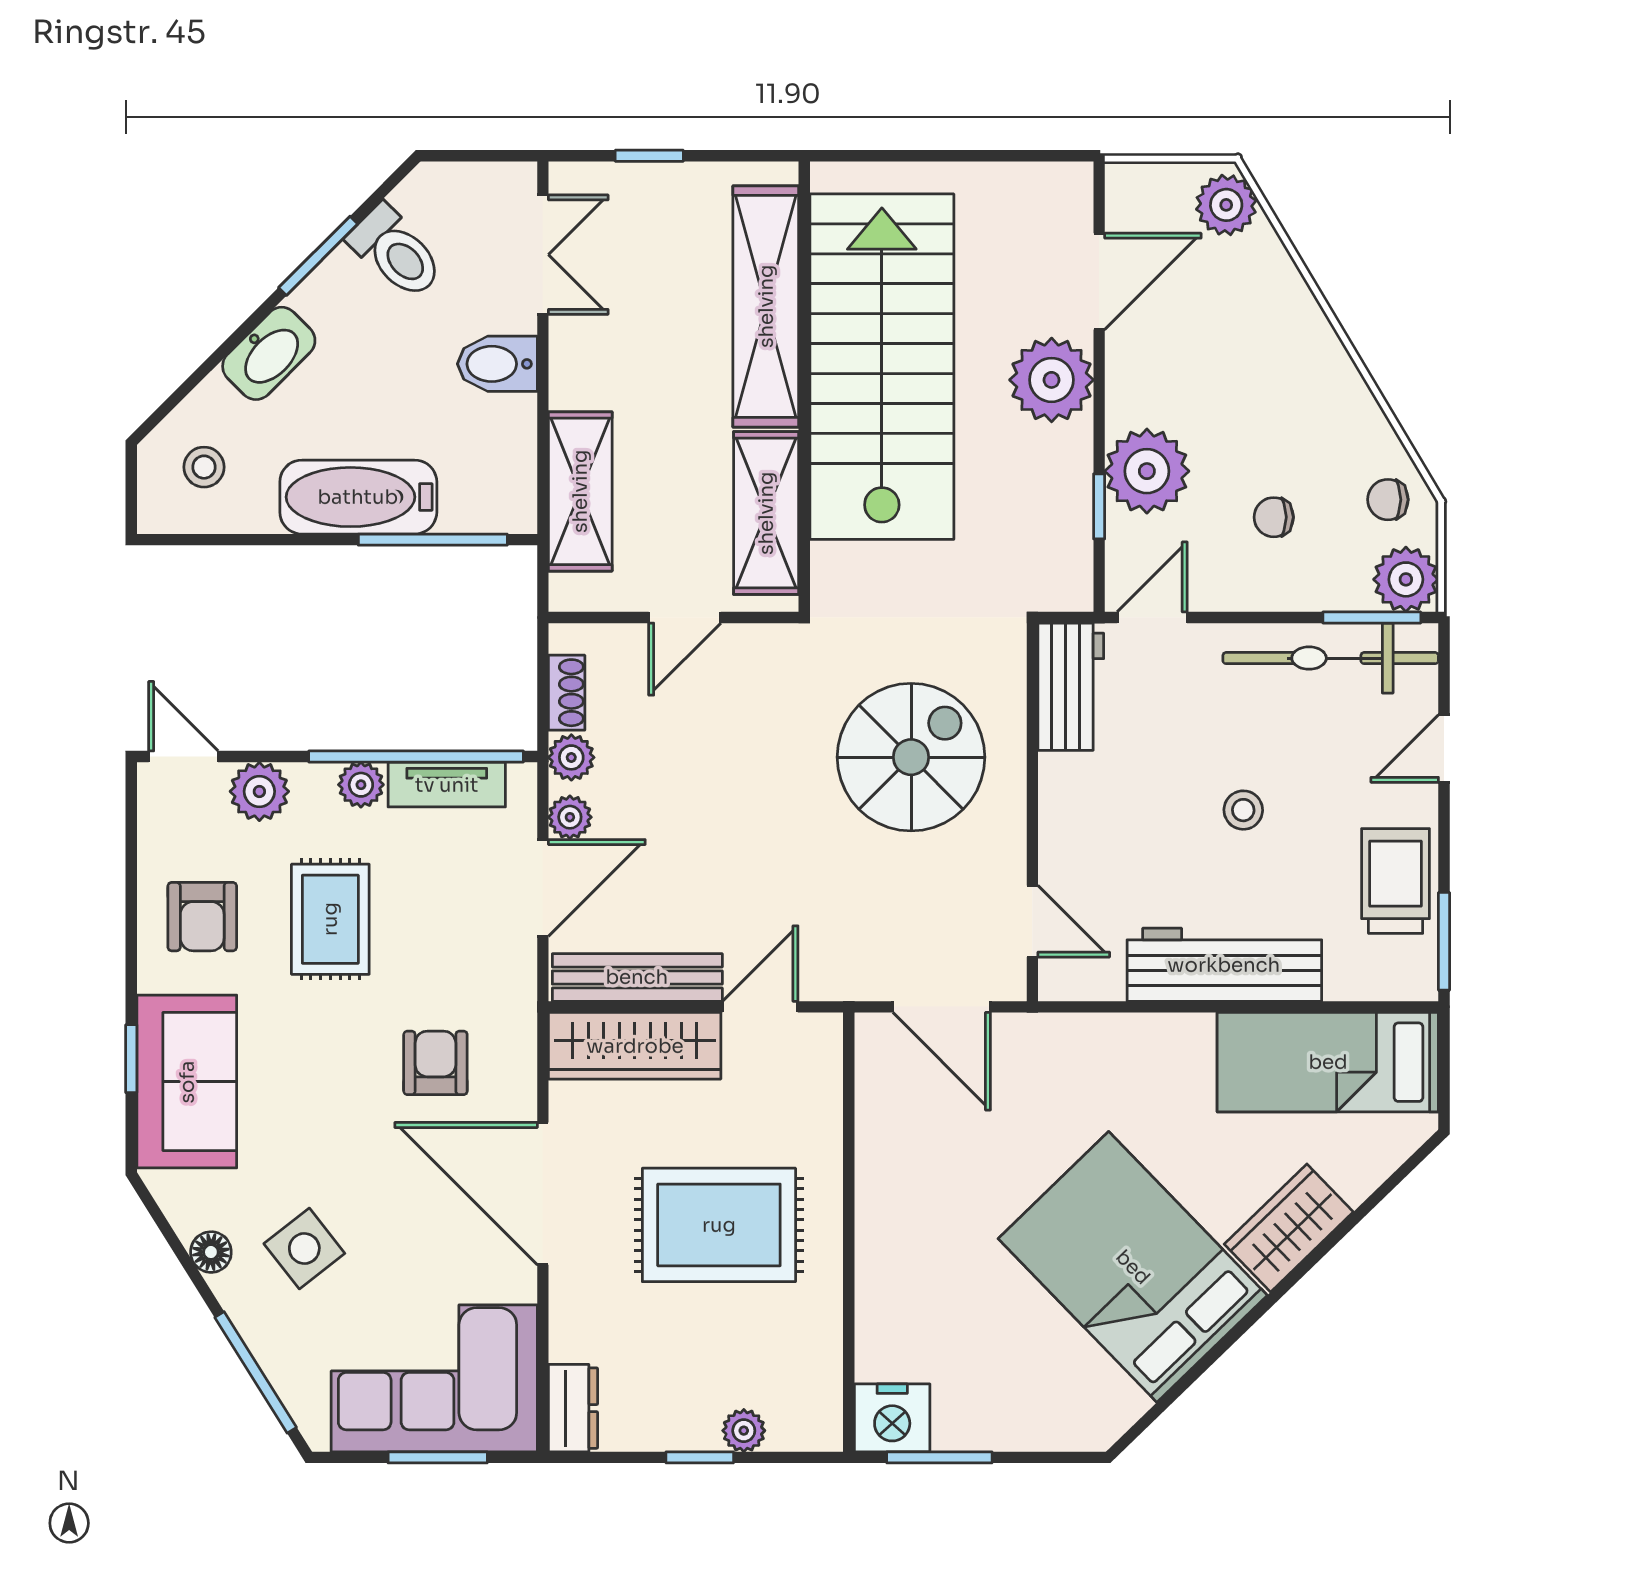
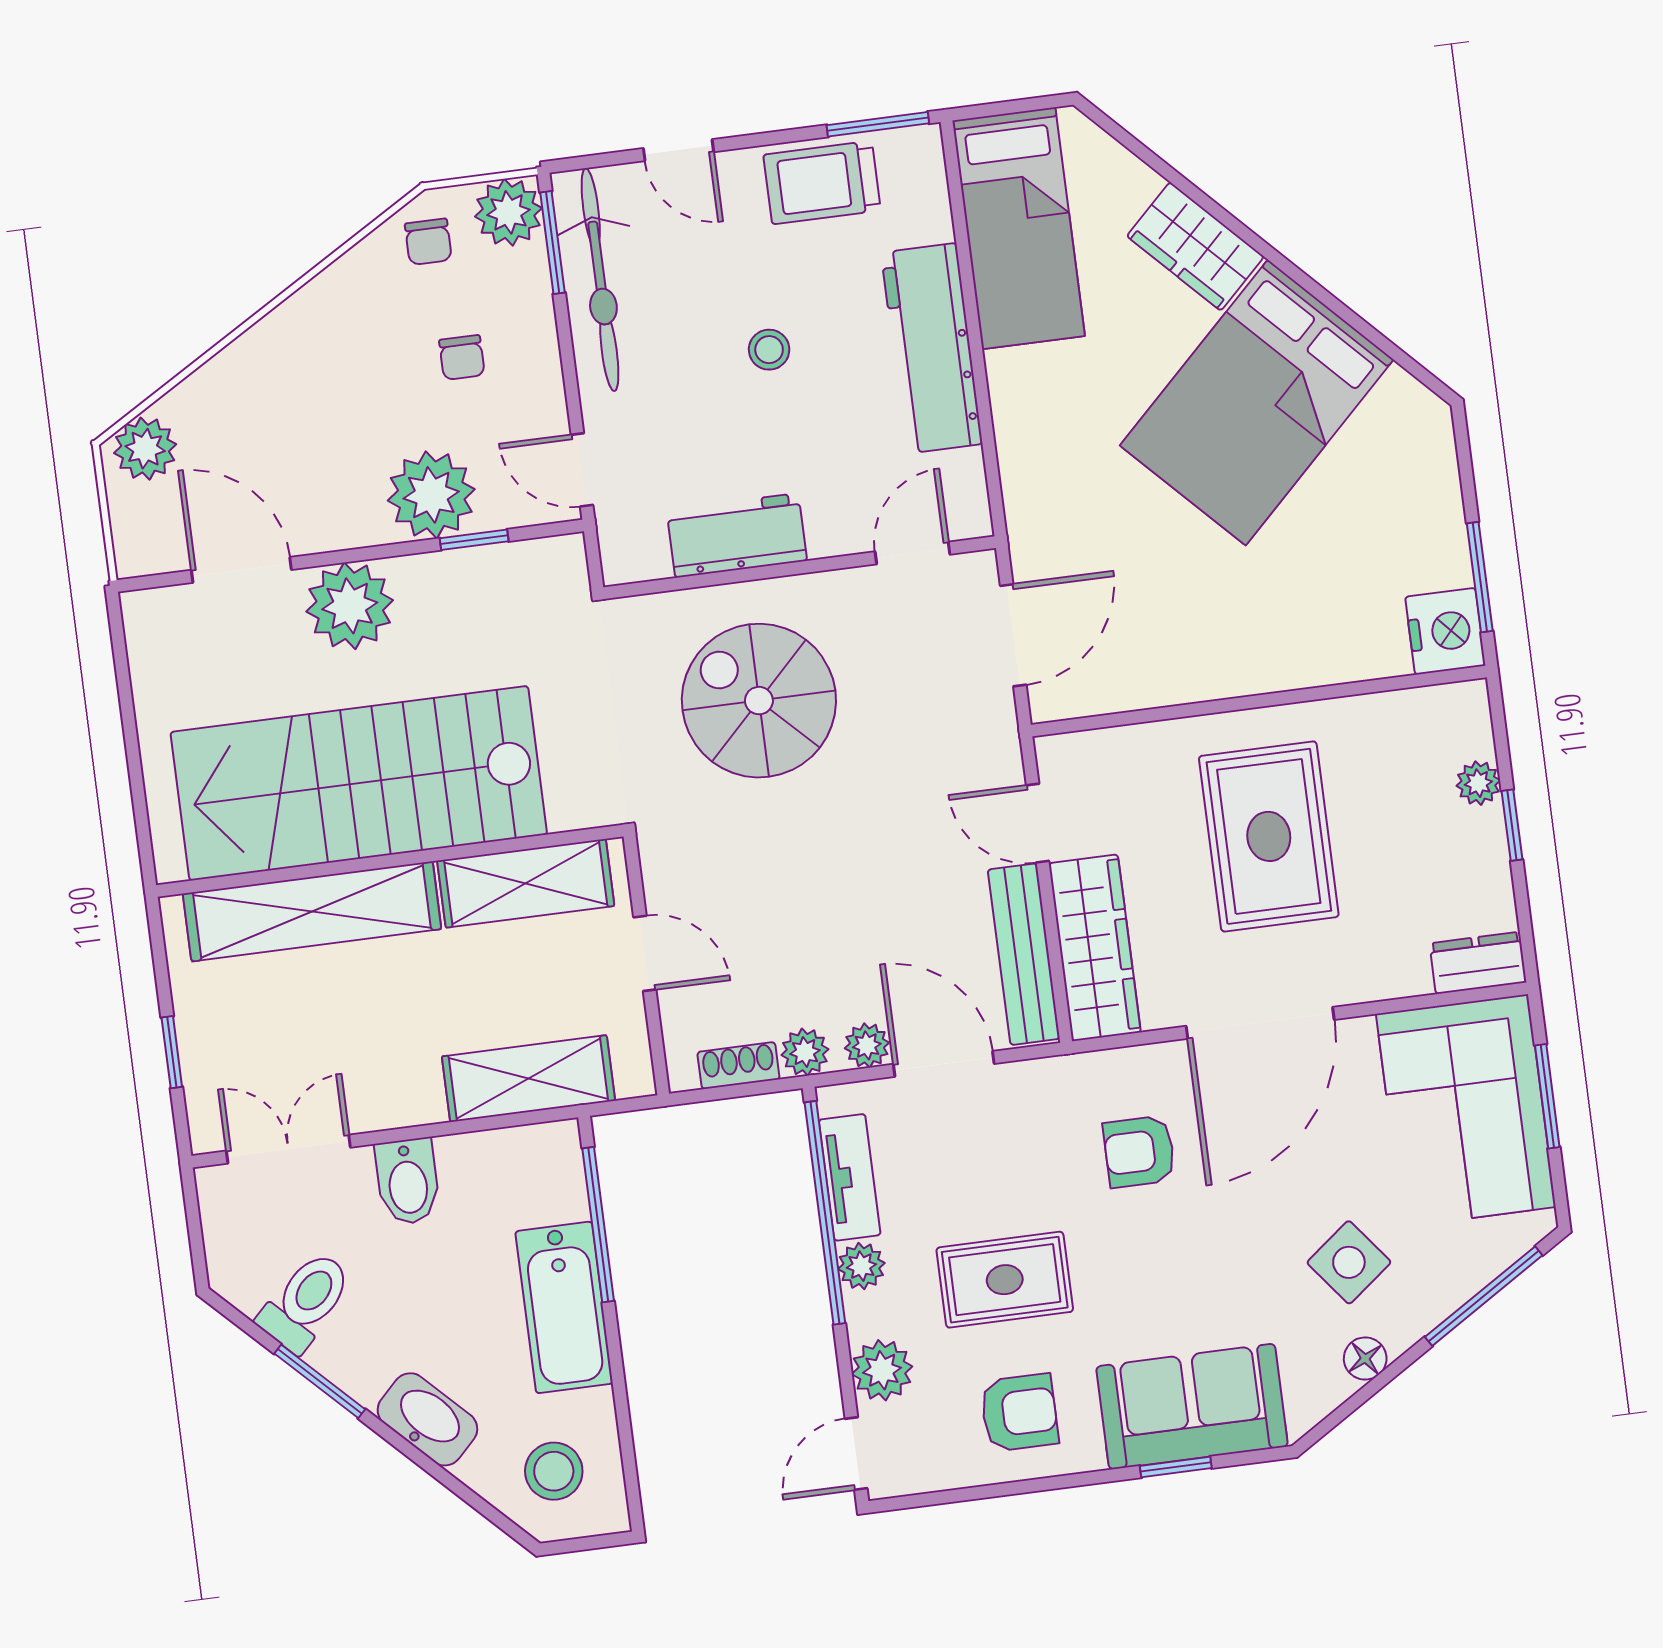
stool: (204, 467) -> (554, 1471), width x1.37, depth x1.37
workbench: (1071, 687) -> (737, 535), moved

